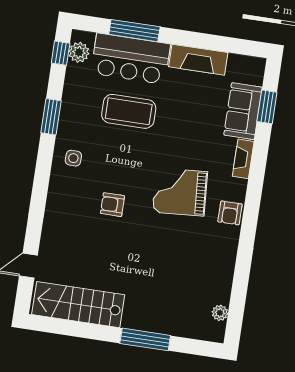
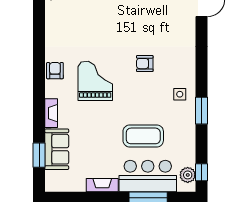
fireplace: (198, 60) -> (102, 185), width x0.73, depth x0.76
window: (51, 117) -> (201, 111), moved
grand piano: (180, 192) -> (95, 81), turned -86
armchair: (113, 205) -> (145, 64), turned 180

